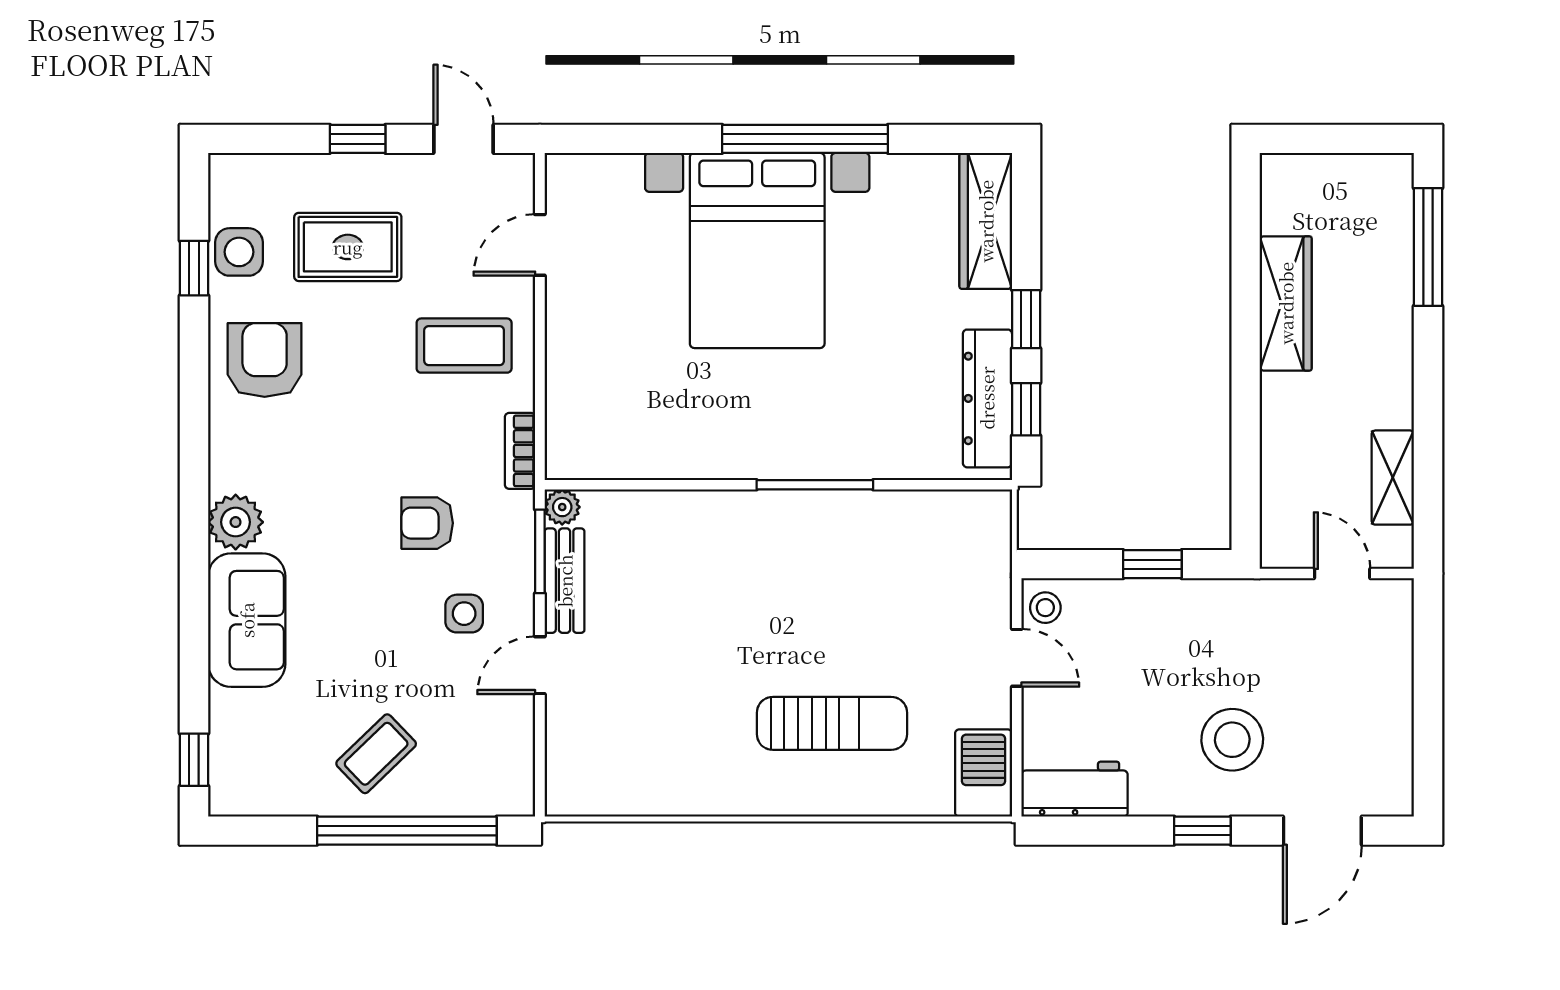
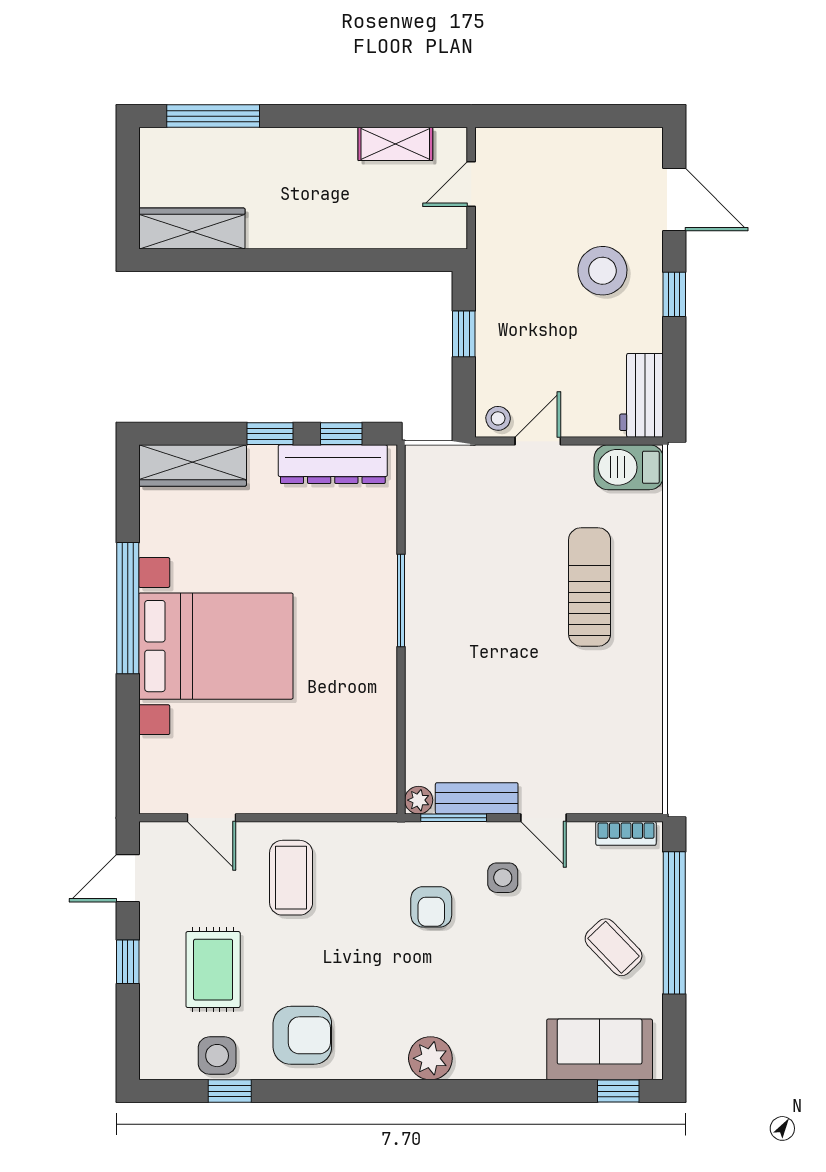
wardrobe: (1286, 303) -> (192, 228), moved
armchair: (265, 360) -> (302, 1035), turned 180
bookcase: (520, 451) -> (626, 833), moved
sofa: (247, 620) -> (600, 1049), moved

